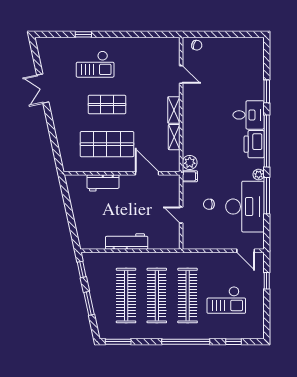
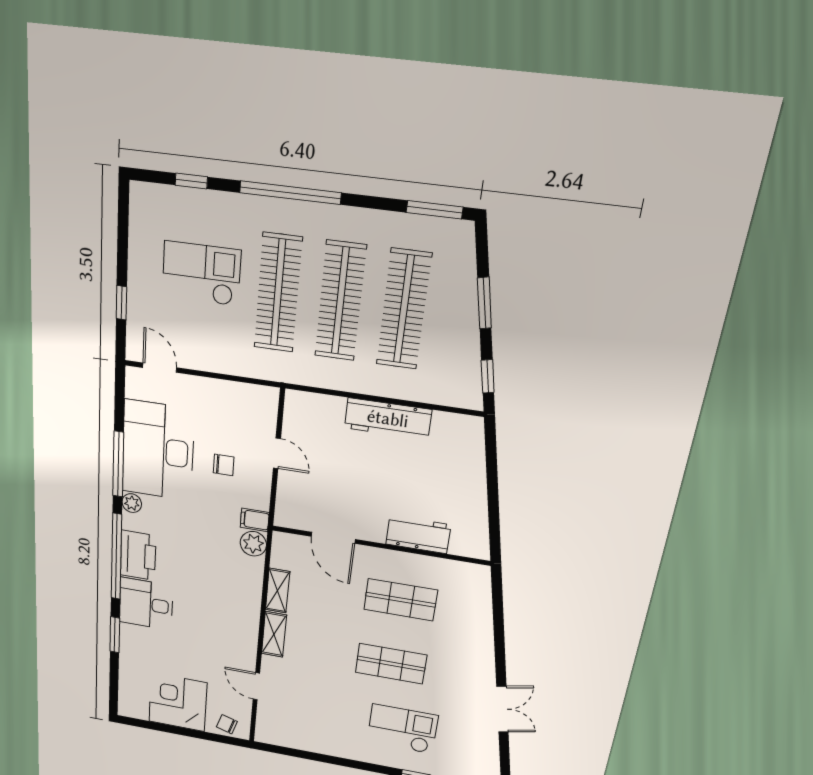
corner desk: (227, 54) -> (178, 702), added
shop shelf: (107, 144) -> (401, 600), width x0.70, depth x0.74

